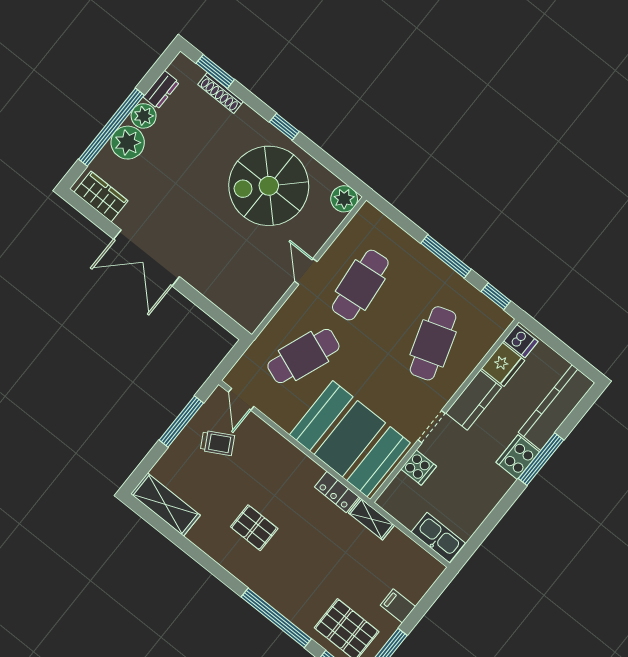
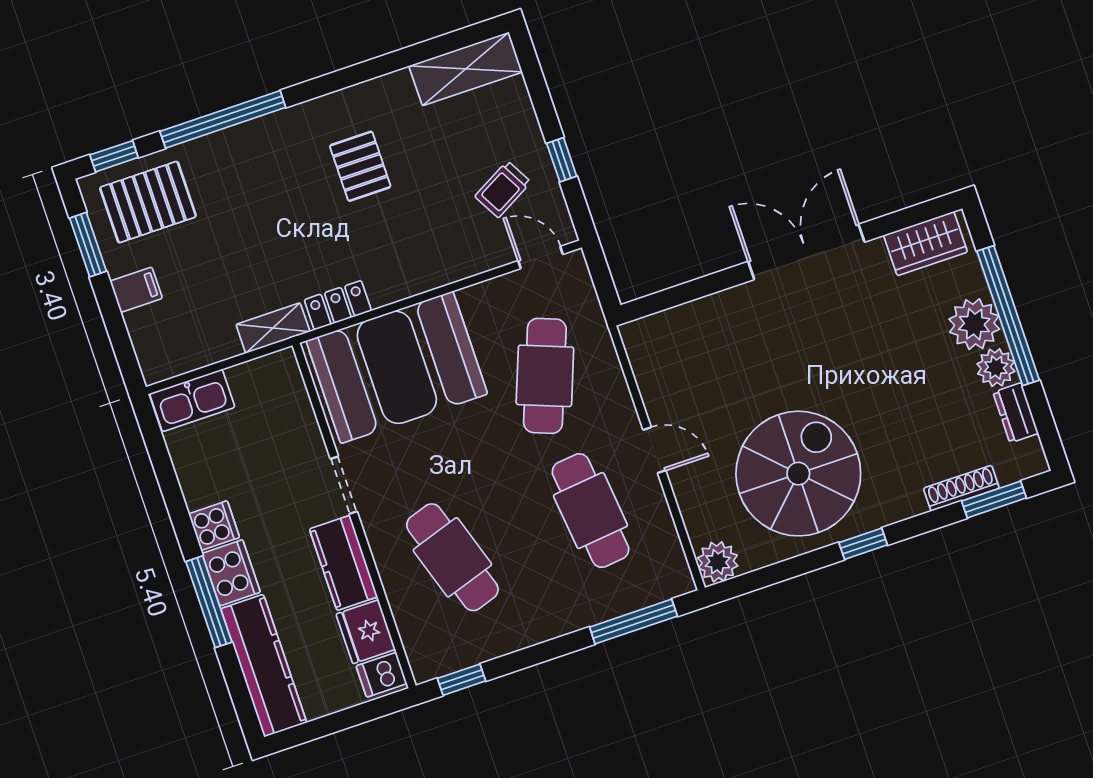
window: (446, 256) -> (633, 622), moved
window: (181, 421) -> (562, 160), width x0.46
cooker: (419, 468) -> (214, 526), moved, turned 180
pallet: (254, 528) -> (360, 166), turned 90

